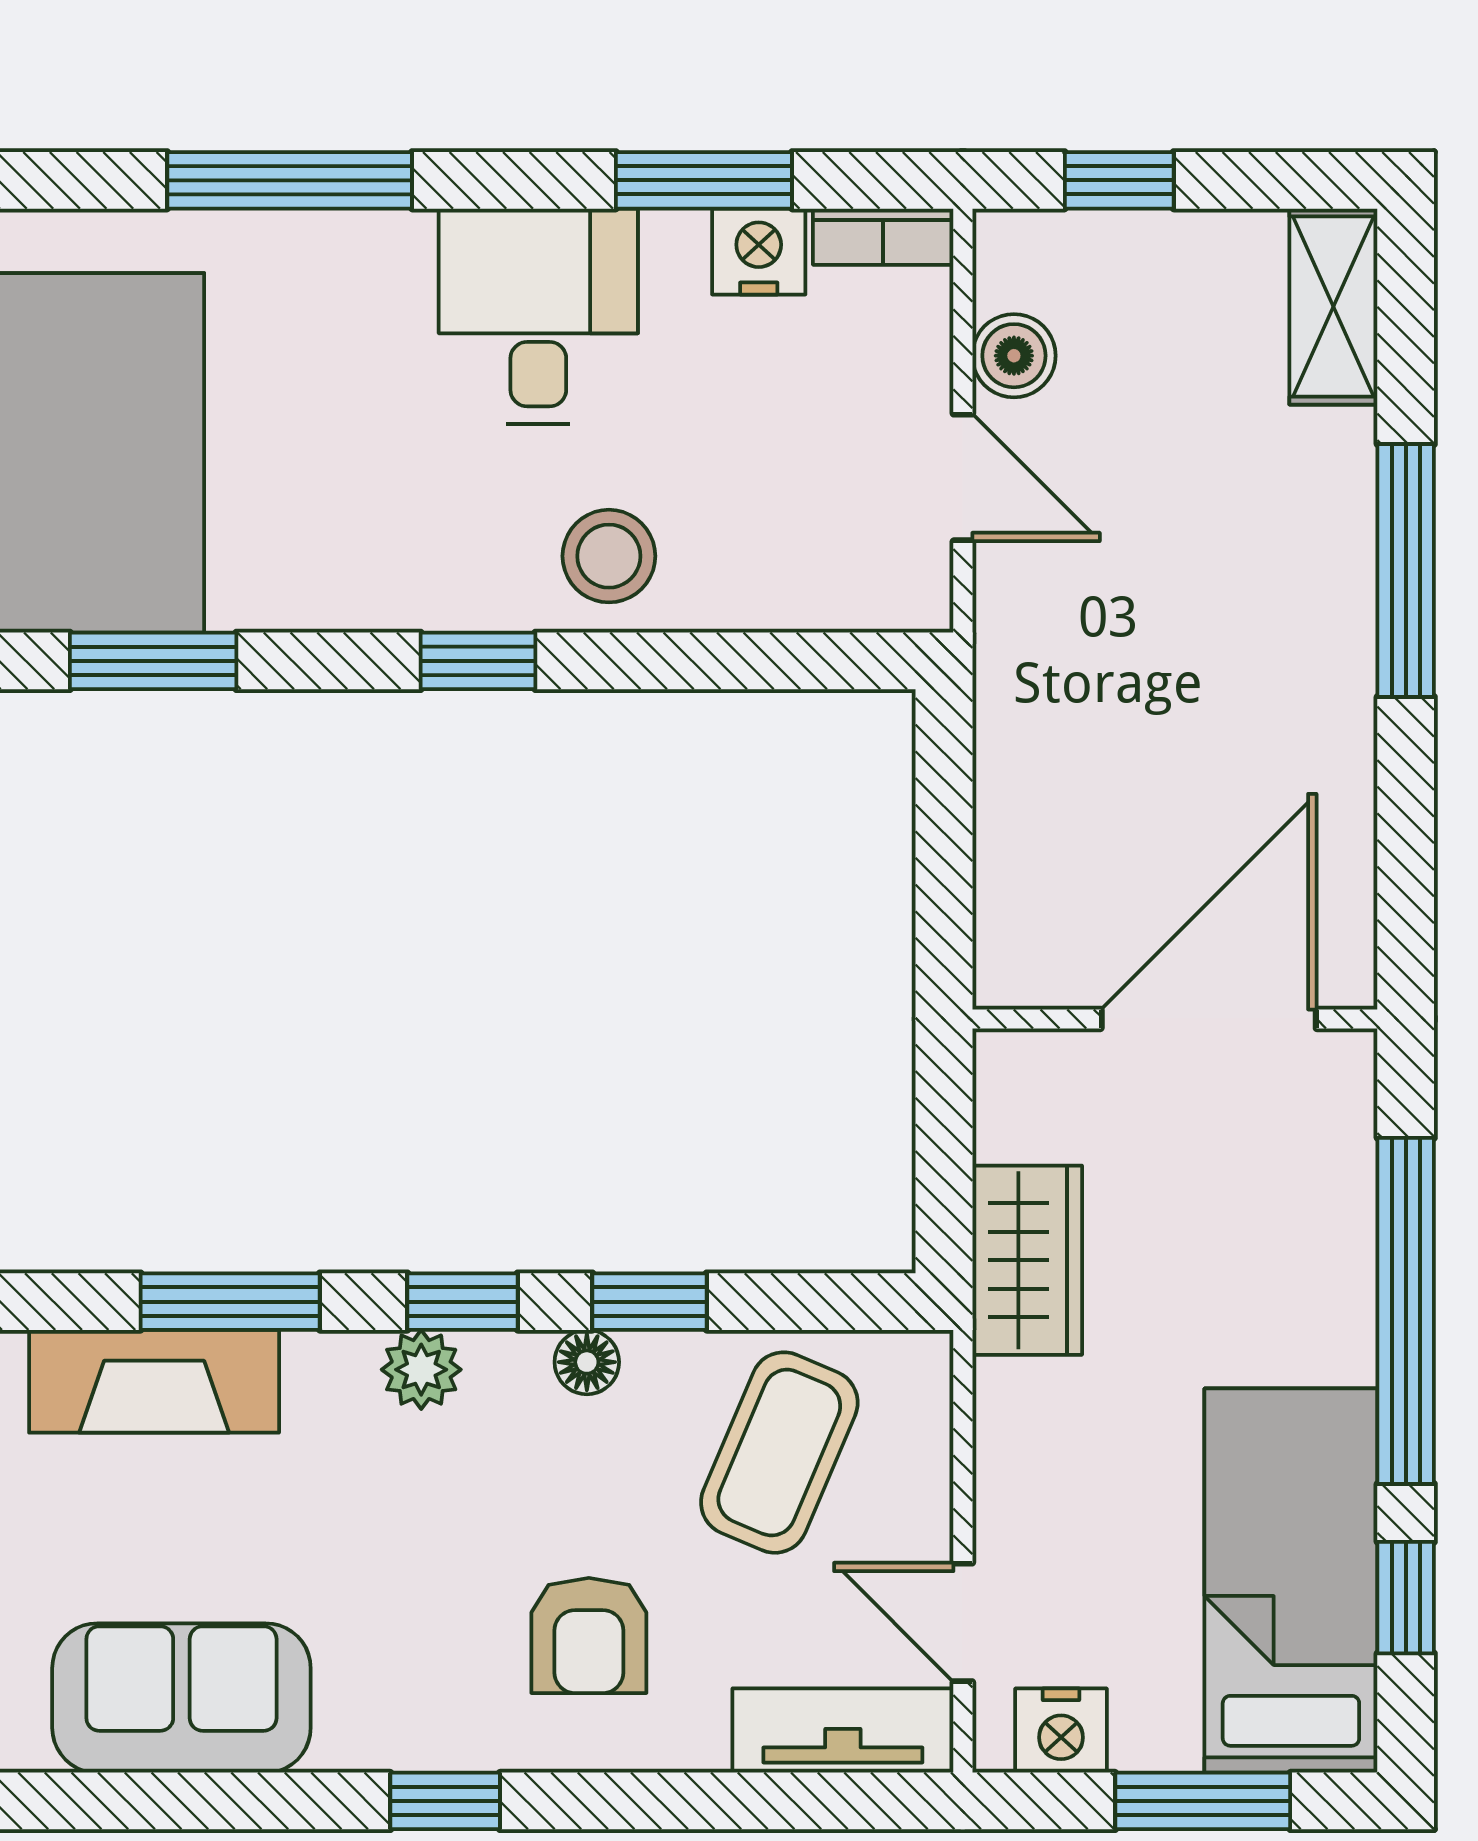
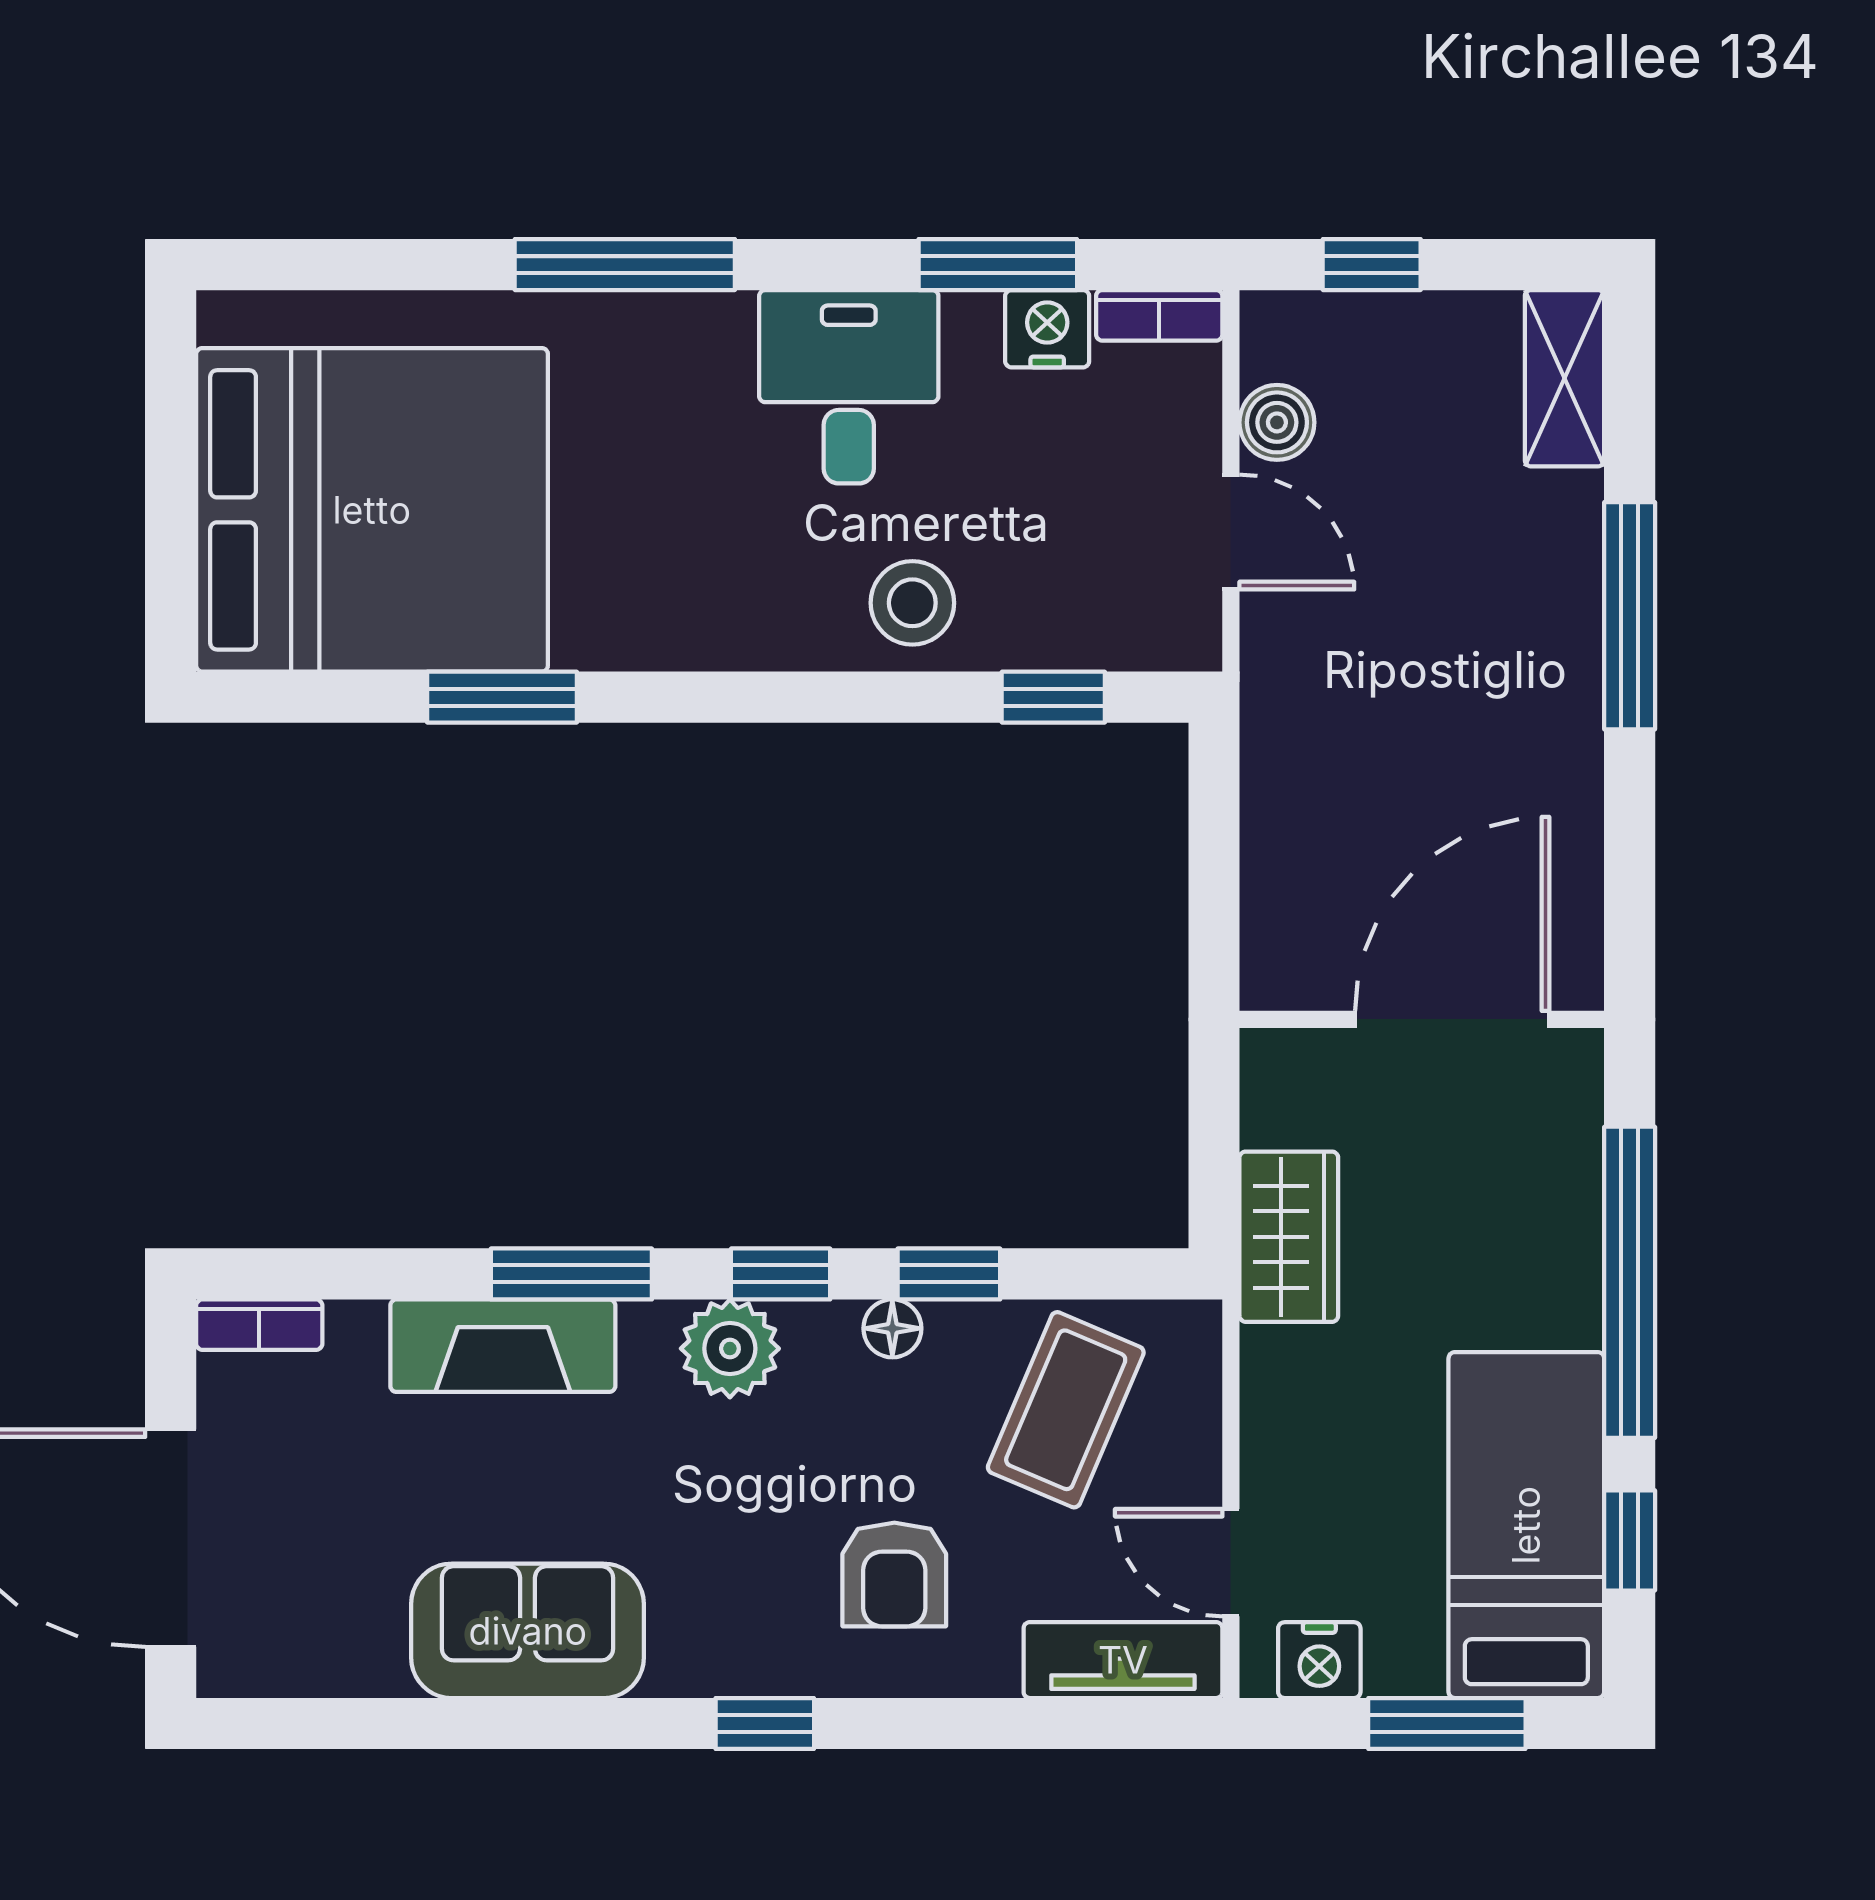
window: (478, 661) -> (1053, 697), moved
plant: (421, 1370) -> (730, 1349), width x1.38, depth x1.38

